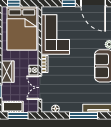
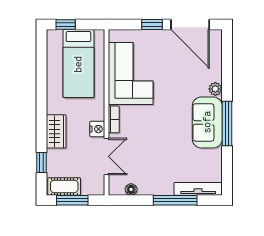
bed: (22, 28) -> (78, 64), width x0.67
double door: (40, 88) -> (106, 156), swing flipped

